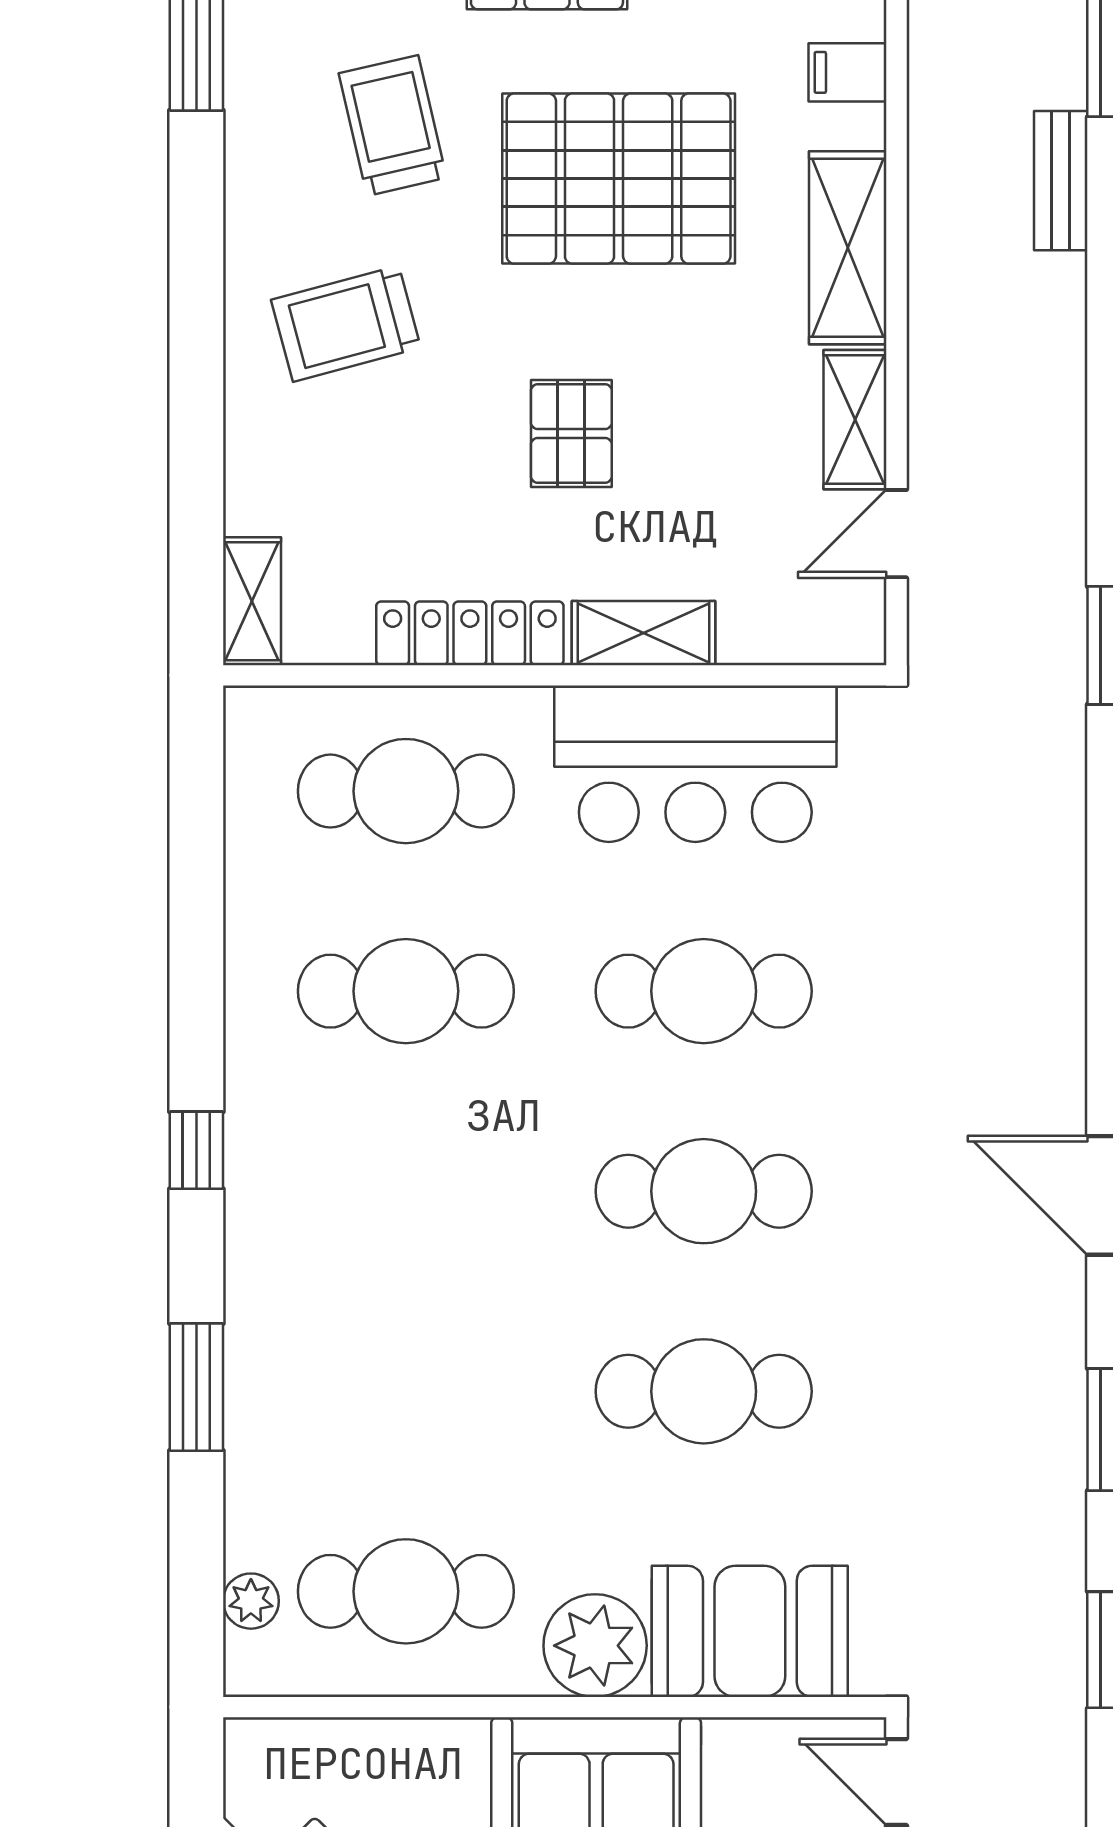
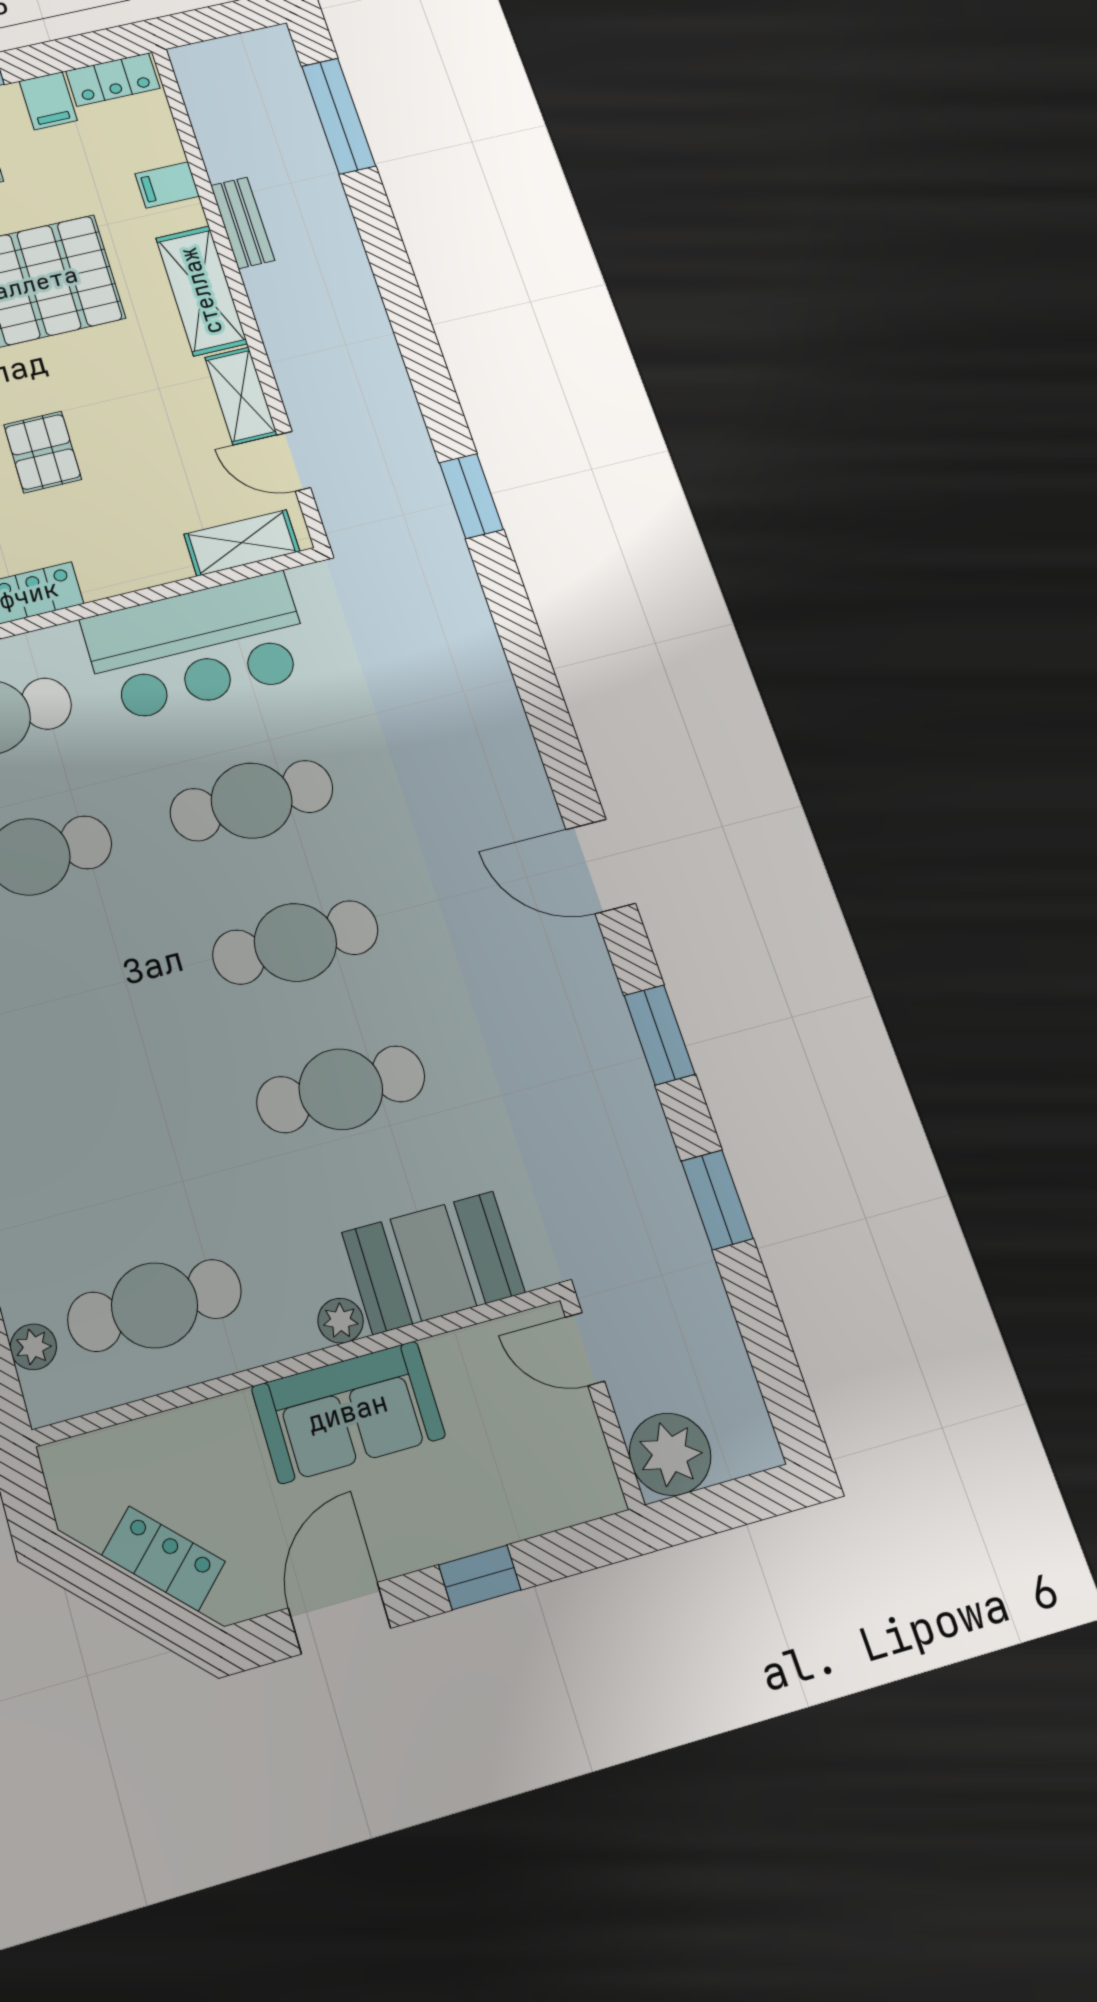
bench: (1061, 181) -> (243, 223), moved
door: (896, 534) -> (294, 461), hinge flipped
shelving: (643, 633) -> (242, 543), moved
plant: (595, 1646) -> (341, 1321), width x0.53, depth x0.53

